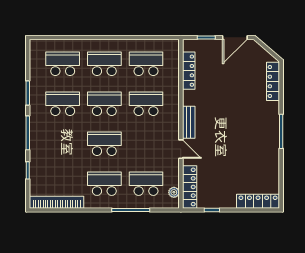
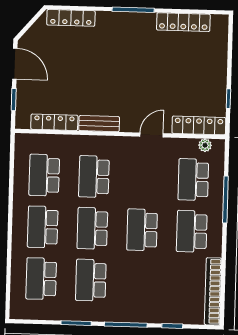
bench: (189, 122) -> (99, 124), moved
locker: (258, 201) -> (183, 22), moved, turned -90

